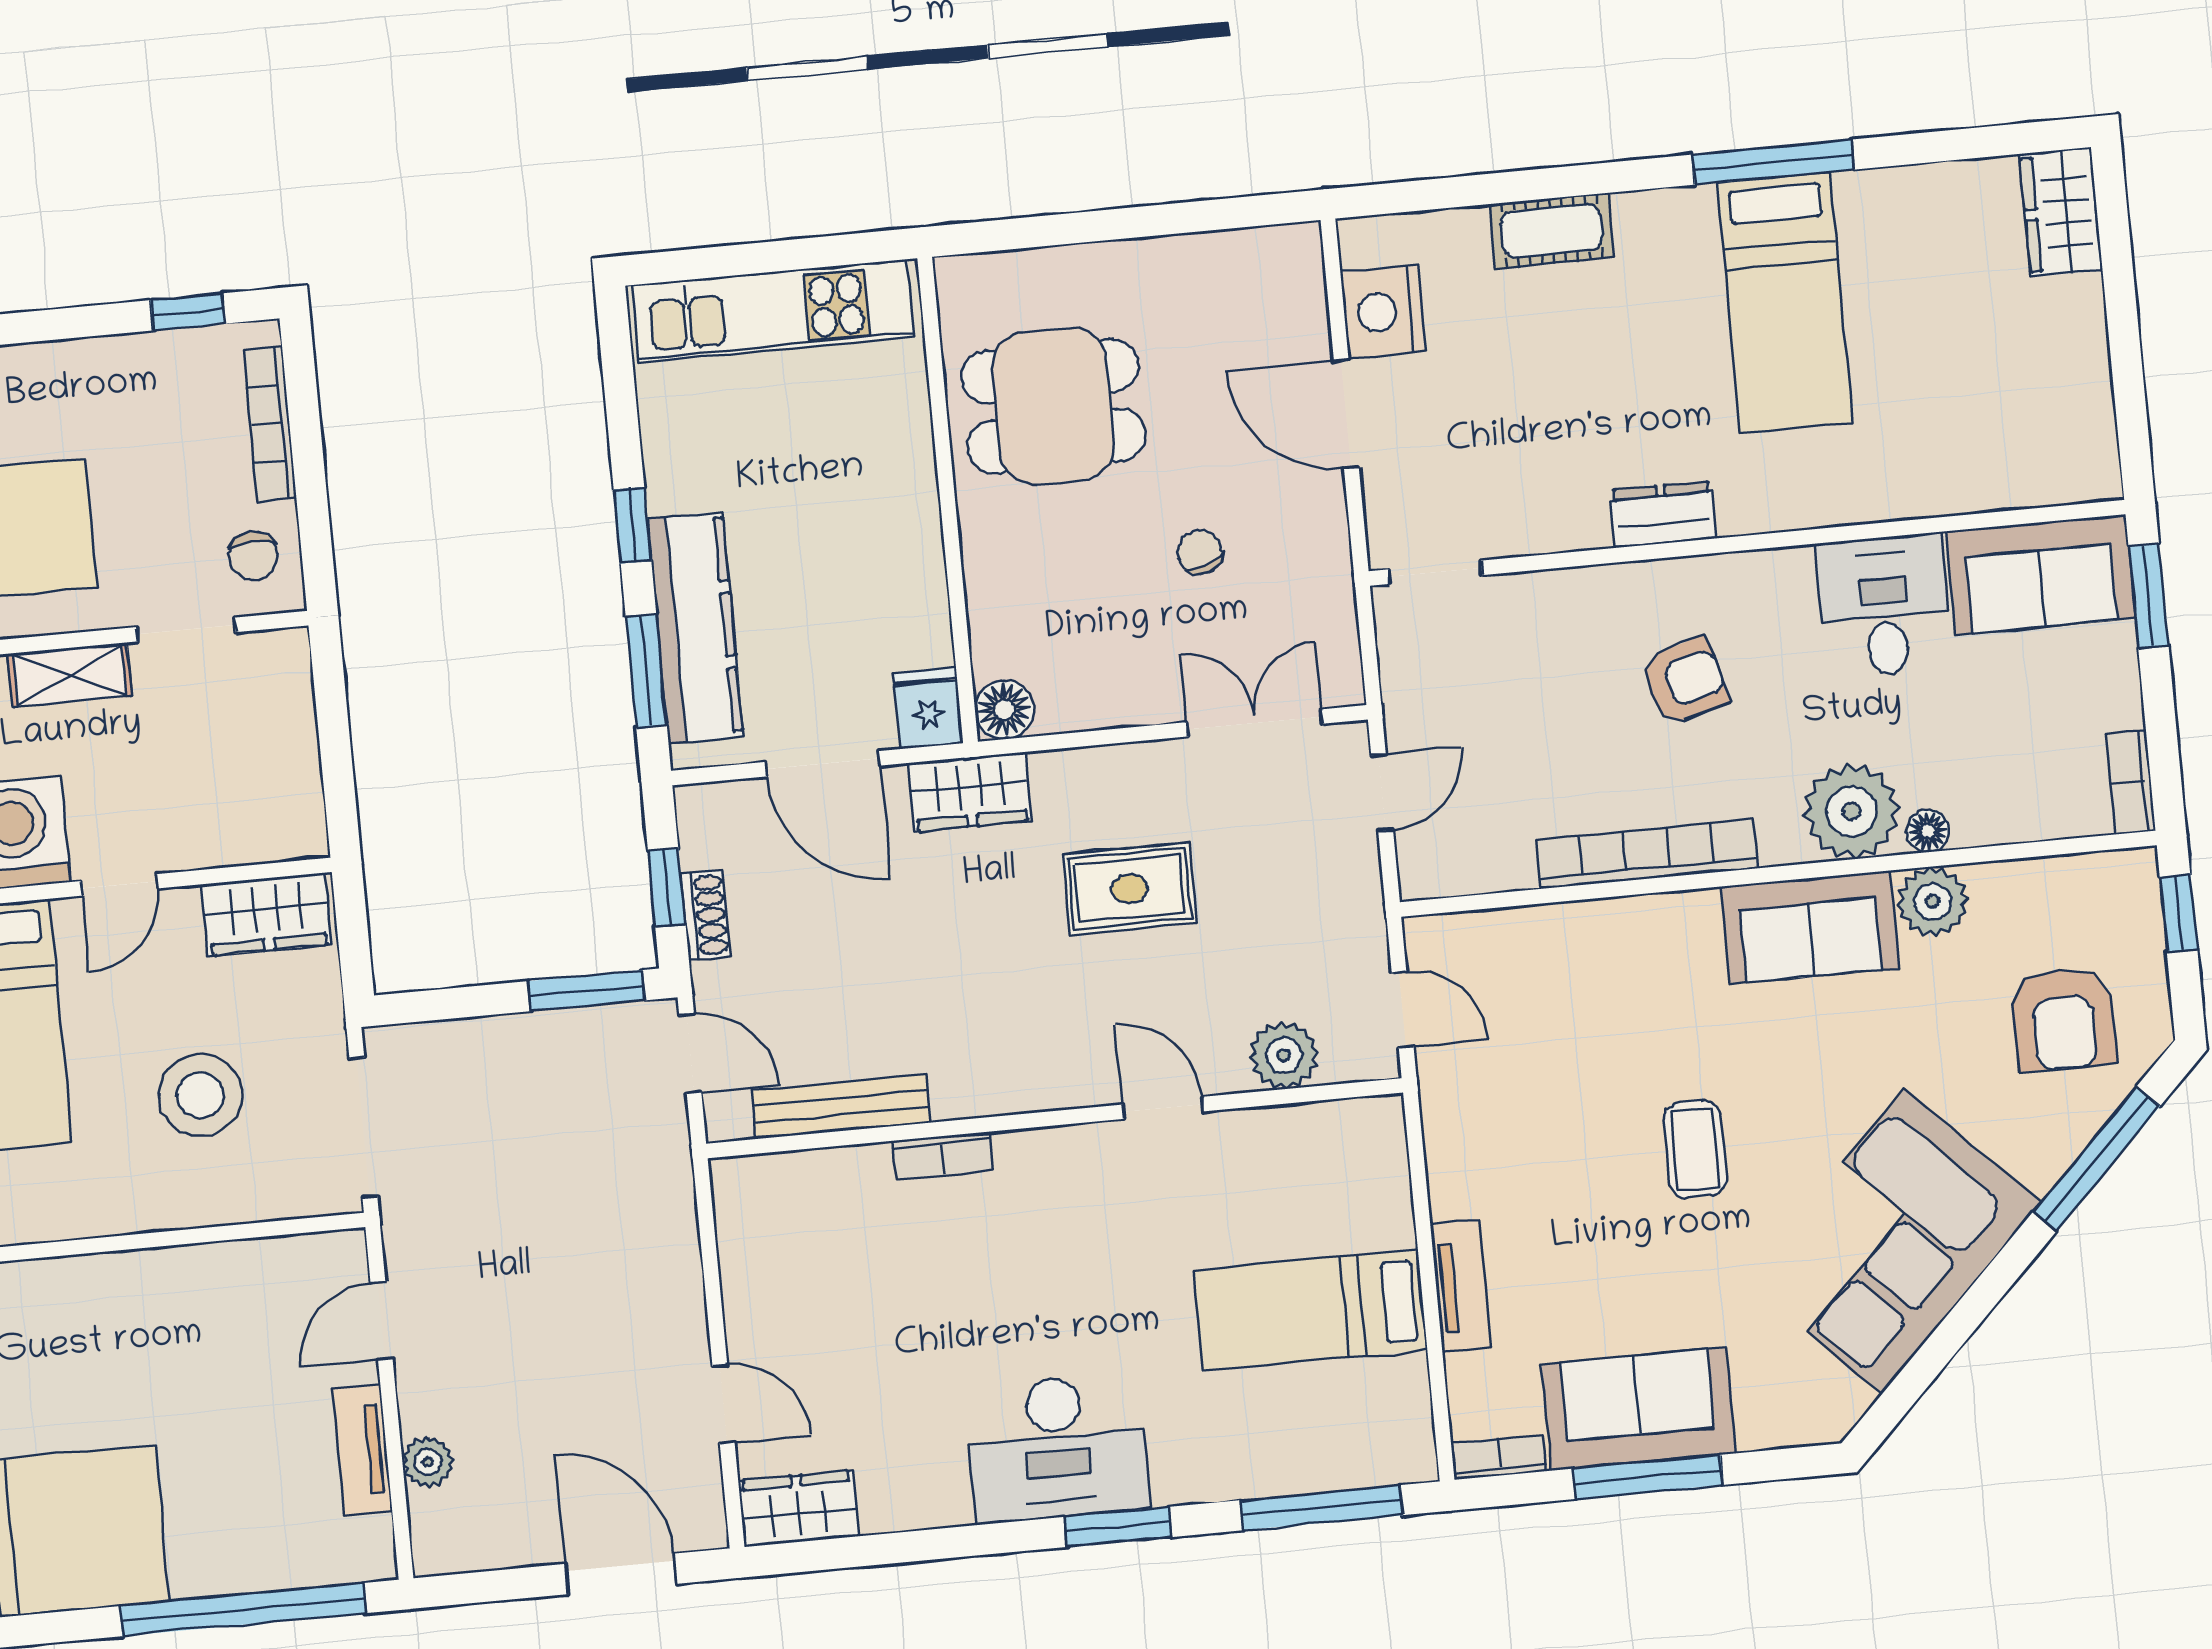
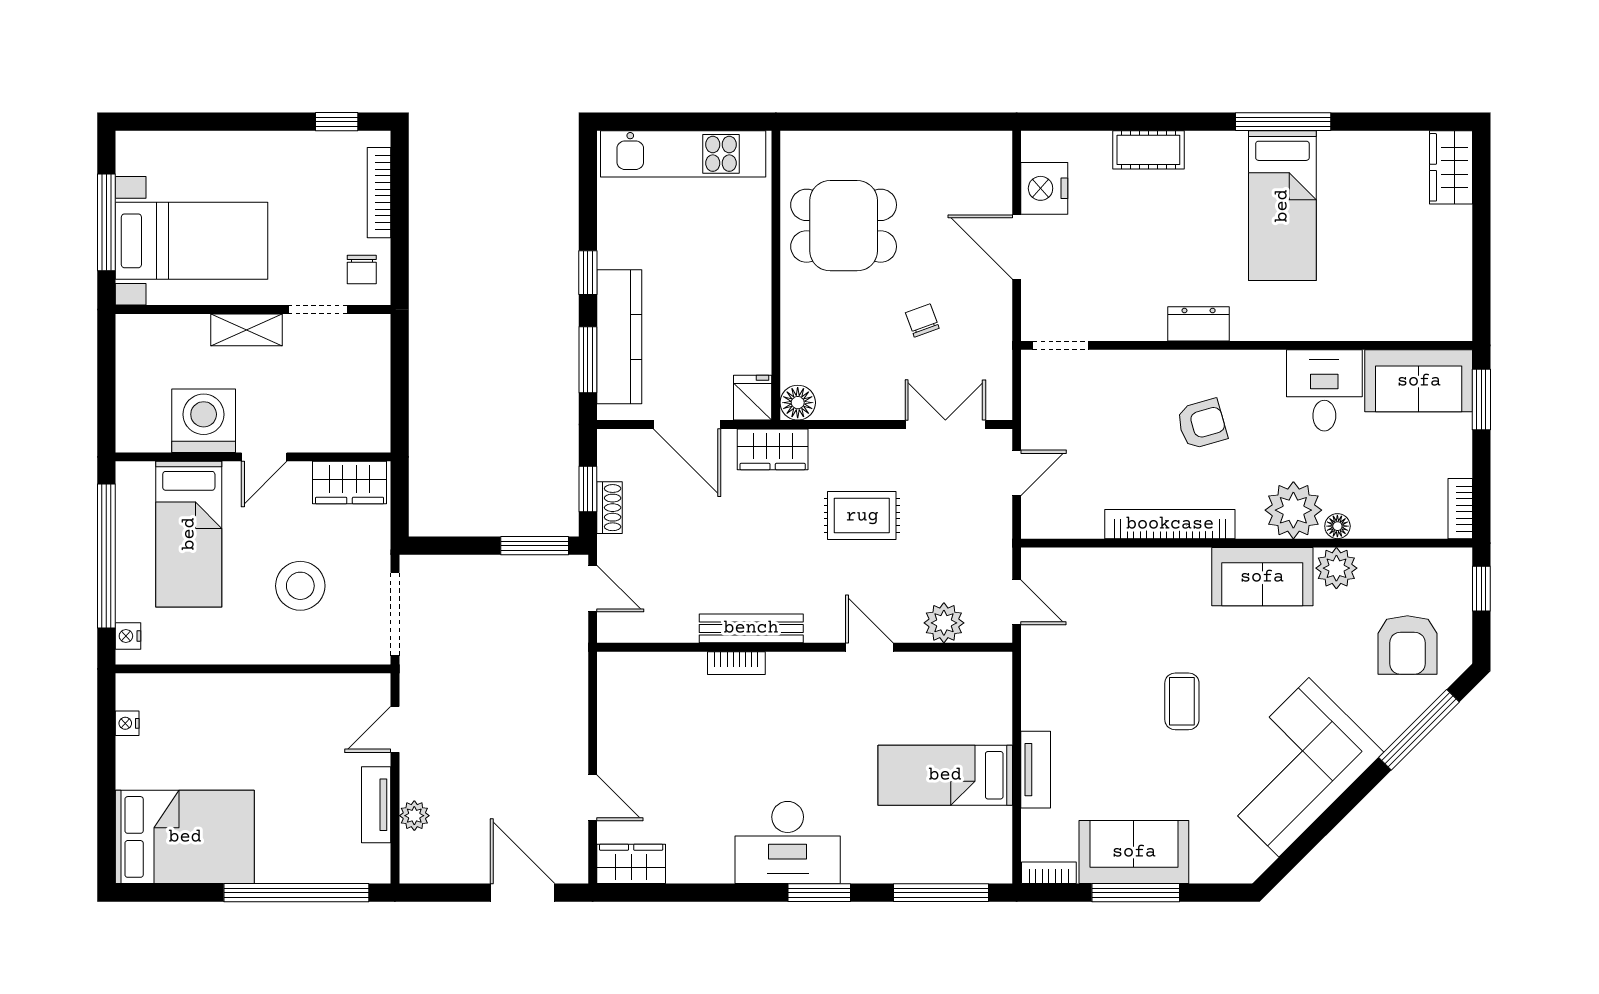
bench: (841, 1107) -> (751, 628), moved

